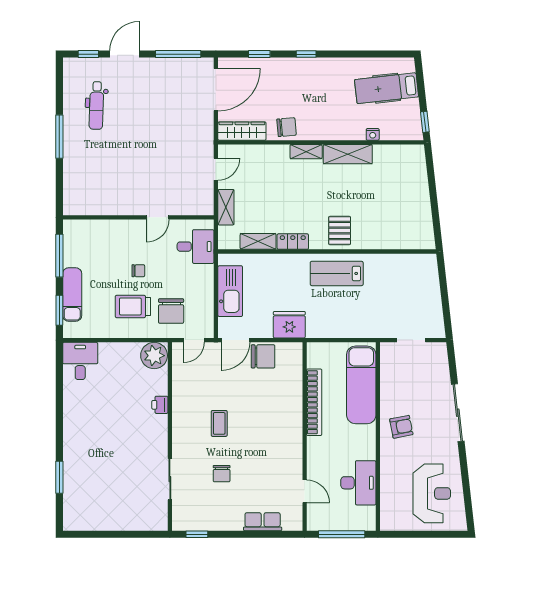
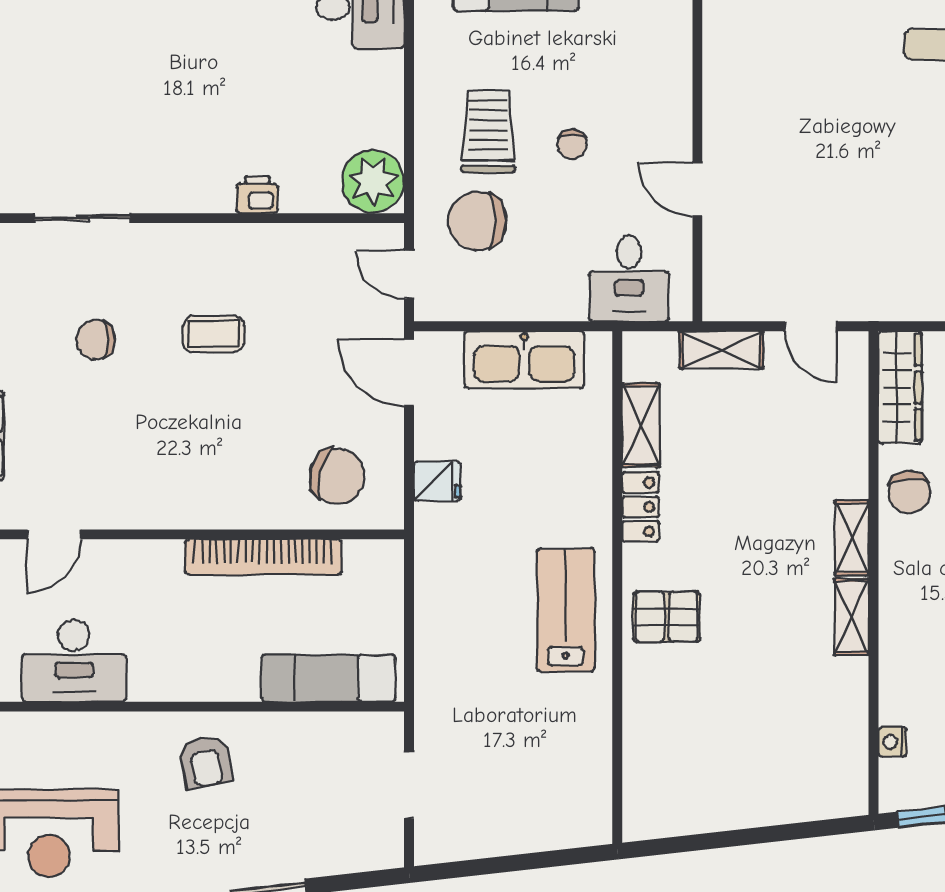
nightstand: (373, 134) -> (892, 742), moved
shelving: (348, 154) -> (851, 617), width x0.67, depth x0.75
fridge: (289, 325) -> (437, 481), width x0.53, depth x0.75
chair: (263, 356) -> (337, 476), moved, turned -75
exam couch: (361, 385) -> (328, 678), width x0.73, depth x0.69

